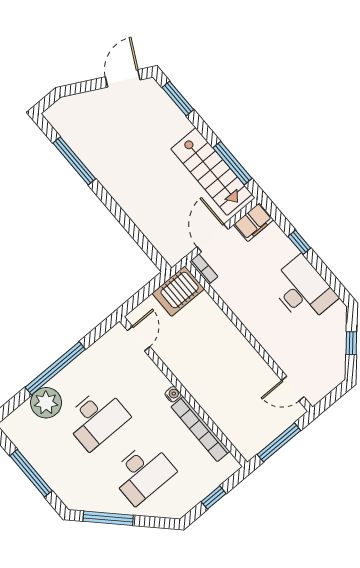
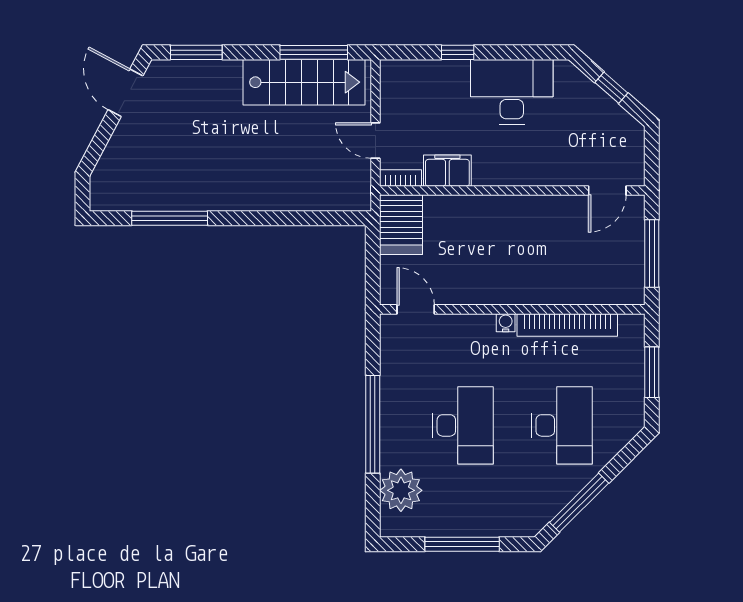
filing cabinet: (254, 222) -> (447, 171), moved, turned -90
door: (213, 238) -> (375, 141), width x0.73
plant: (46, 403) -> (401, 490), moved
window: (214, 498) -> (652, 372), width x1.50

